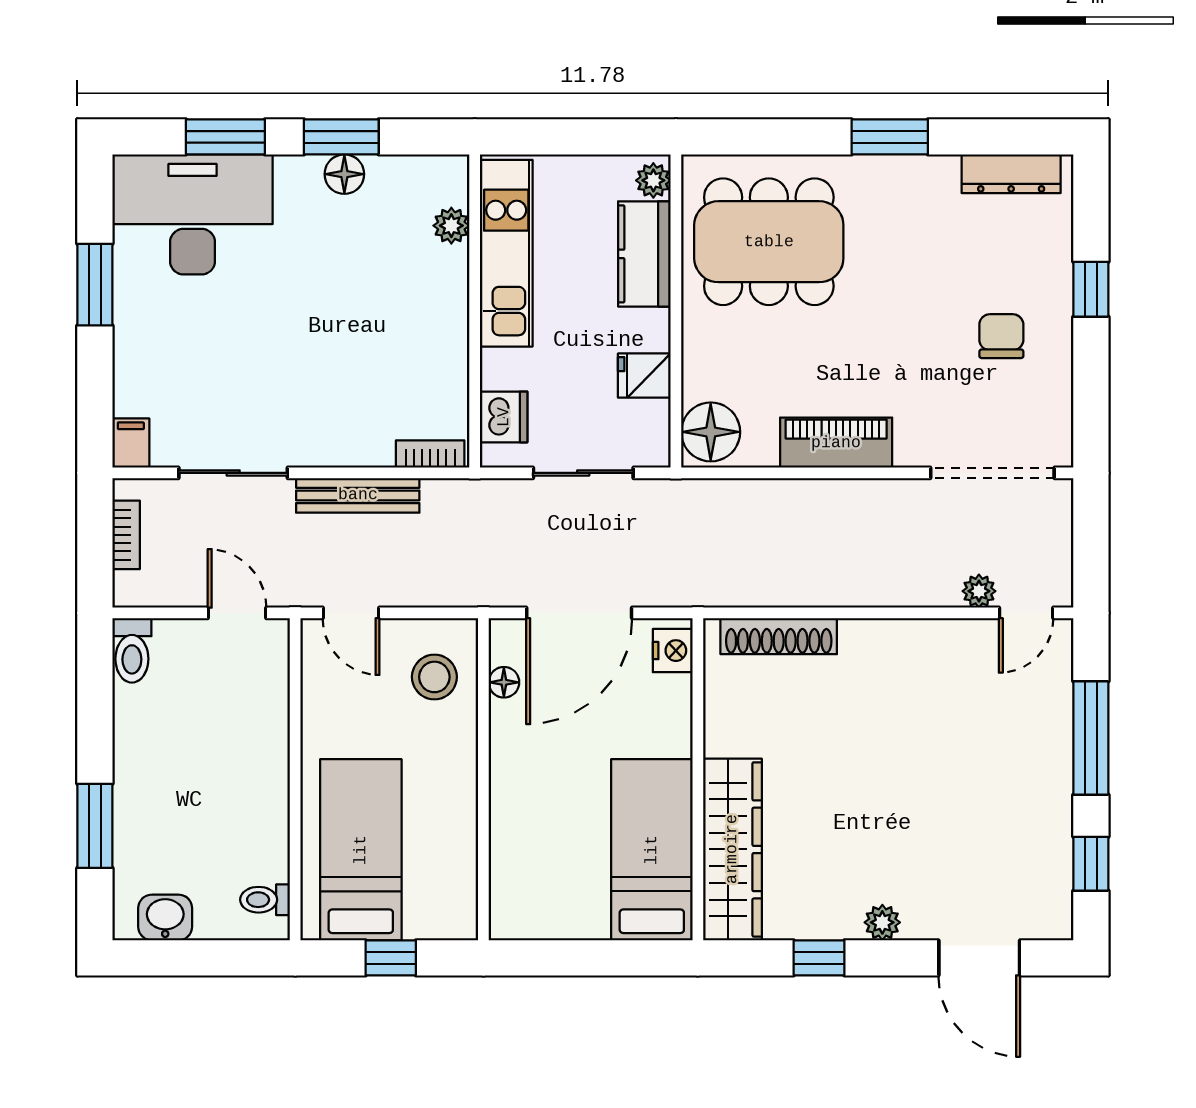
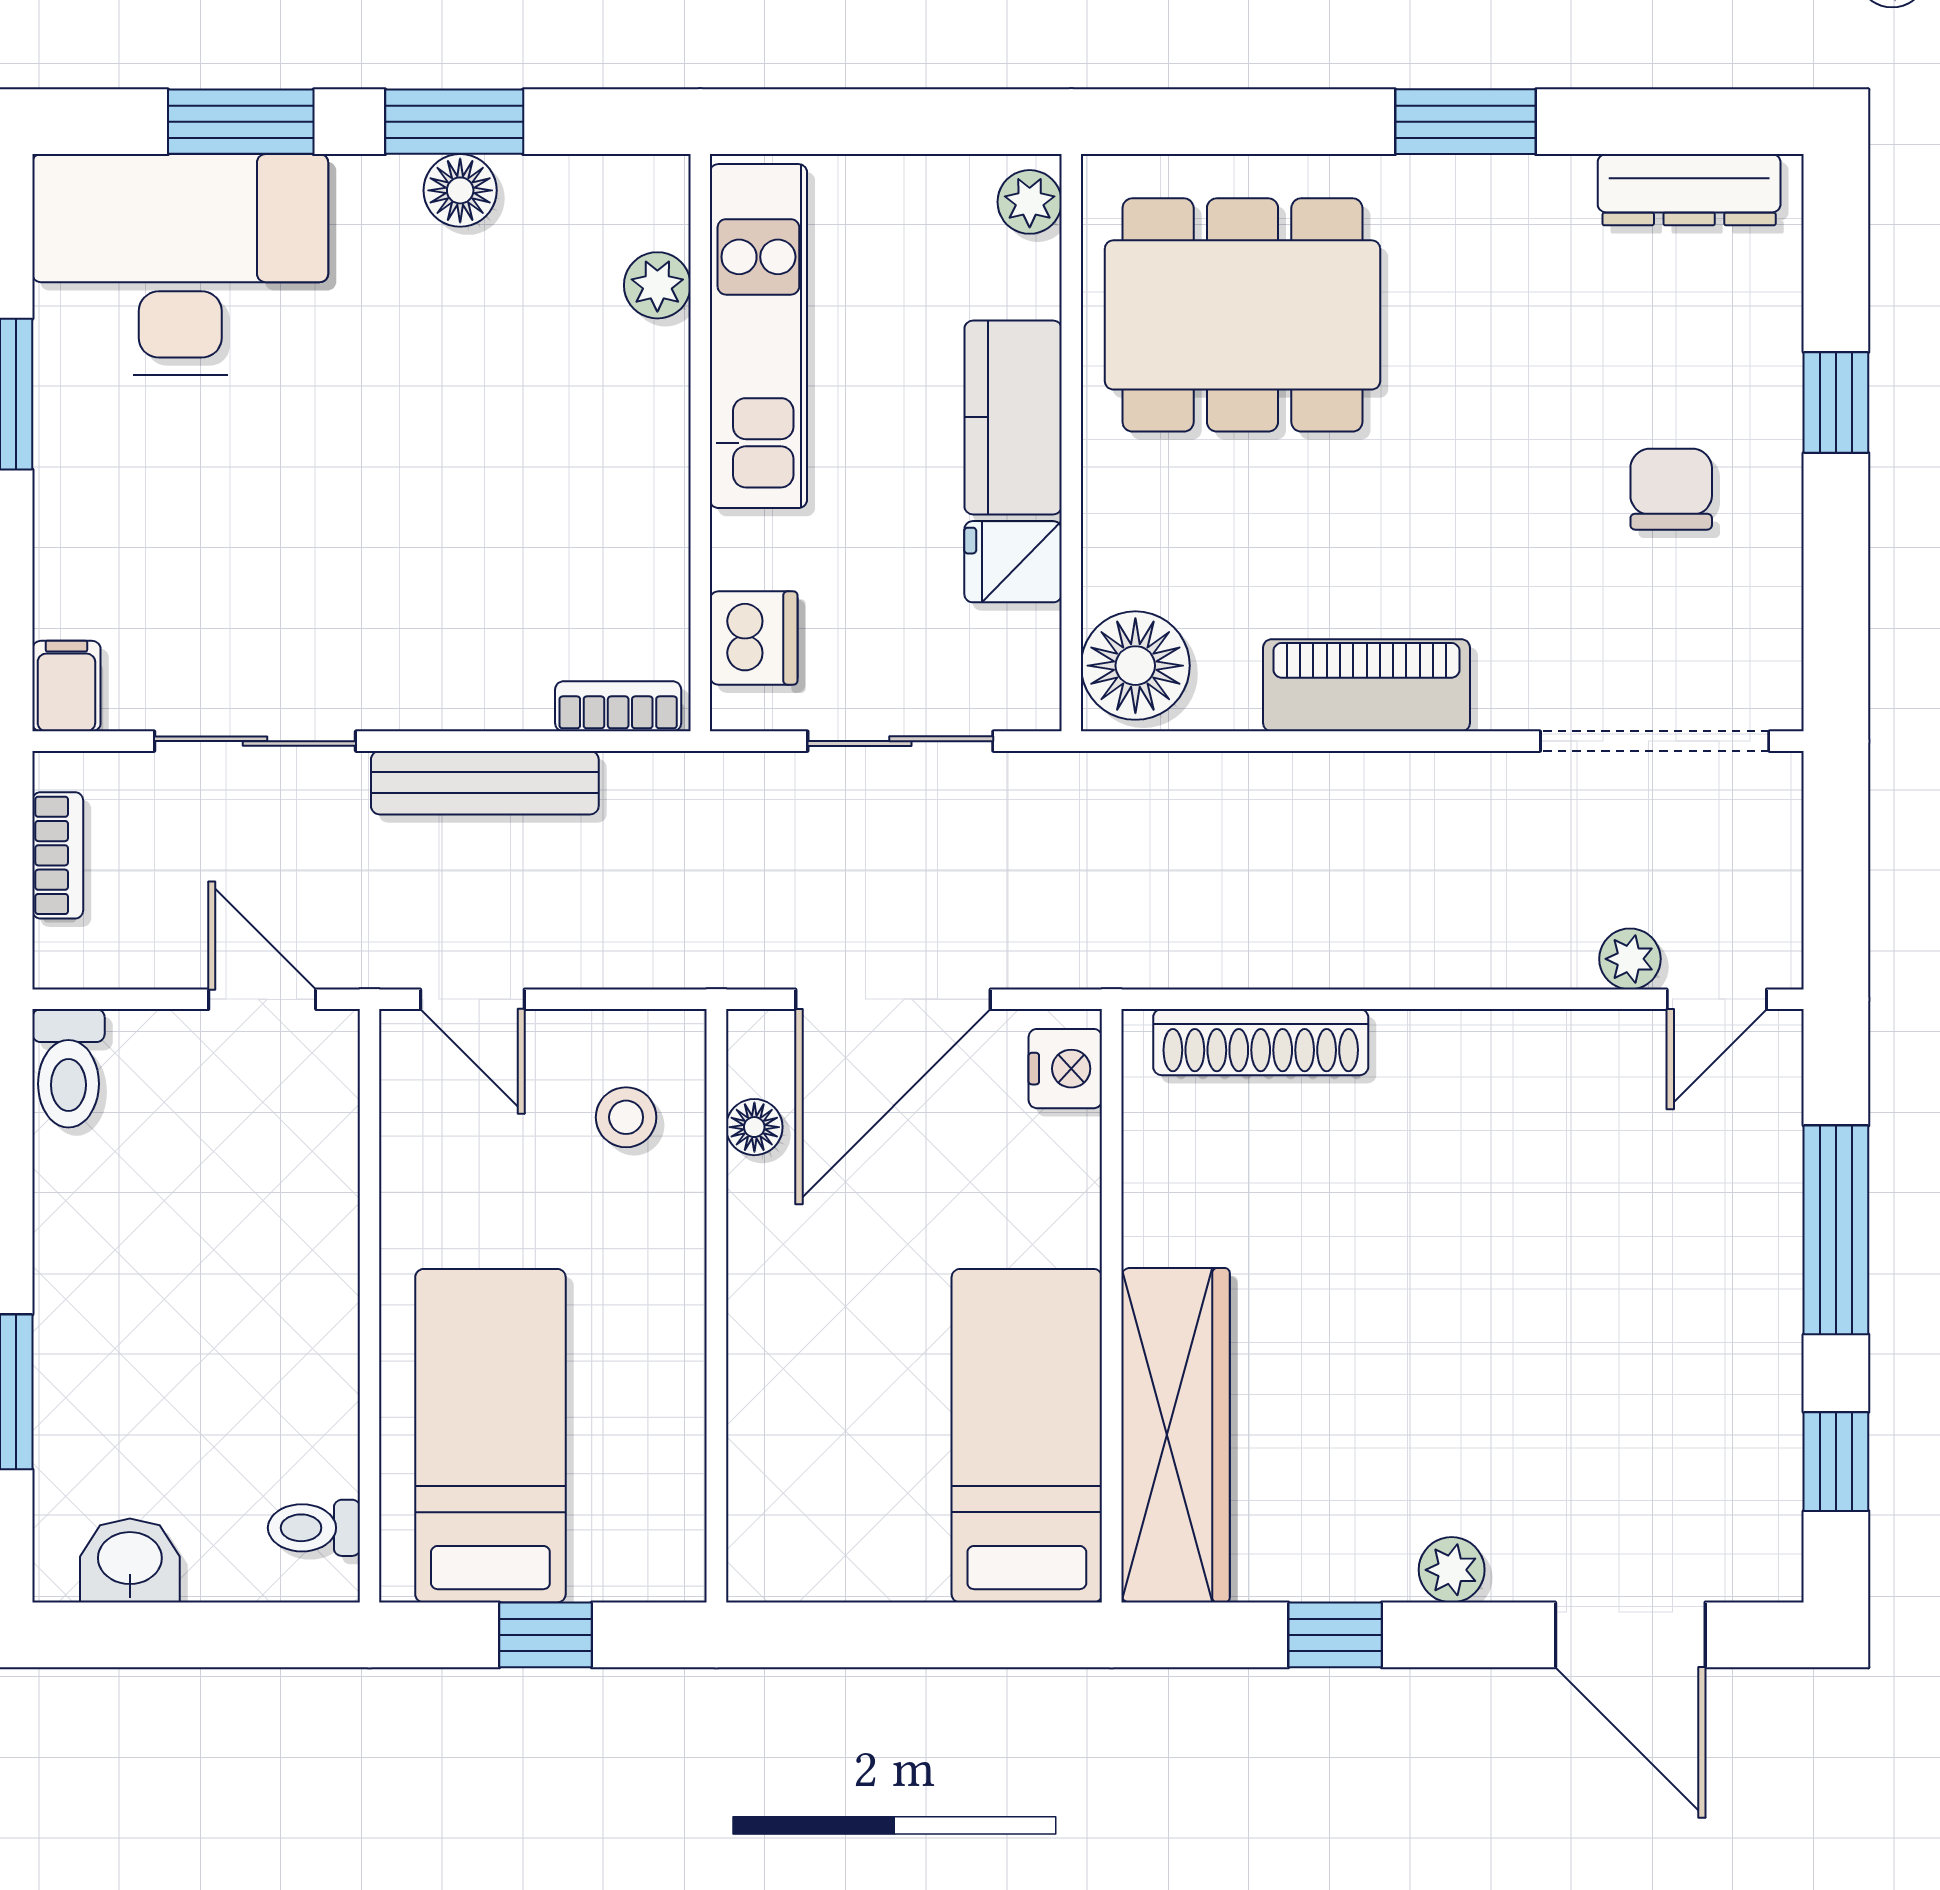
kitchen counter: (644, 254) -> (1013, 417), moved
stool: (434, 677) -> (626, 1117), width x0.73, depth x0.73

